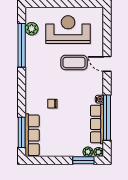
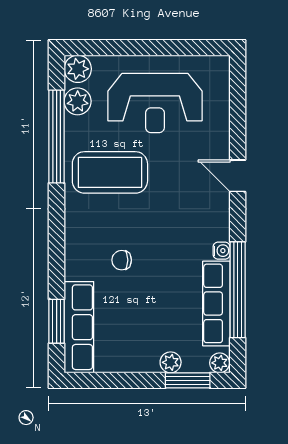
plant: (32, 13) -> (78, 69), added
reception desk: (68, 30) -> (155, 103), turned 180
coffee table: (74, 62) -> (110, 172), moved, width x1.36, depth x1.32
window: (22, 132) -> (57, 321), width x0.69
plant: (88, 152) -> (171, 362), moved

